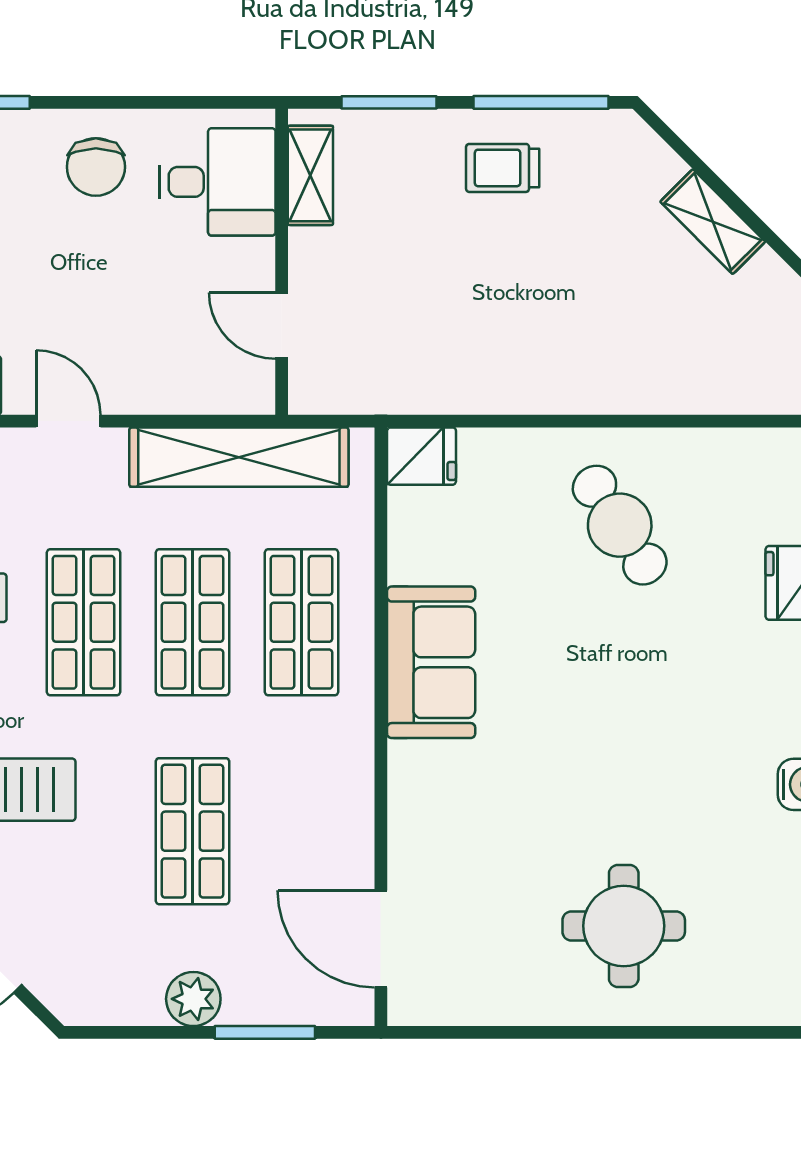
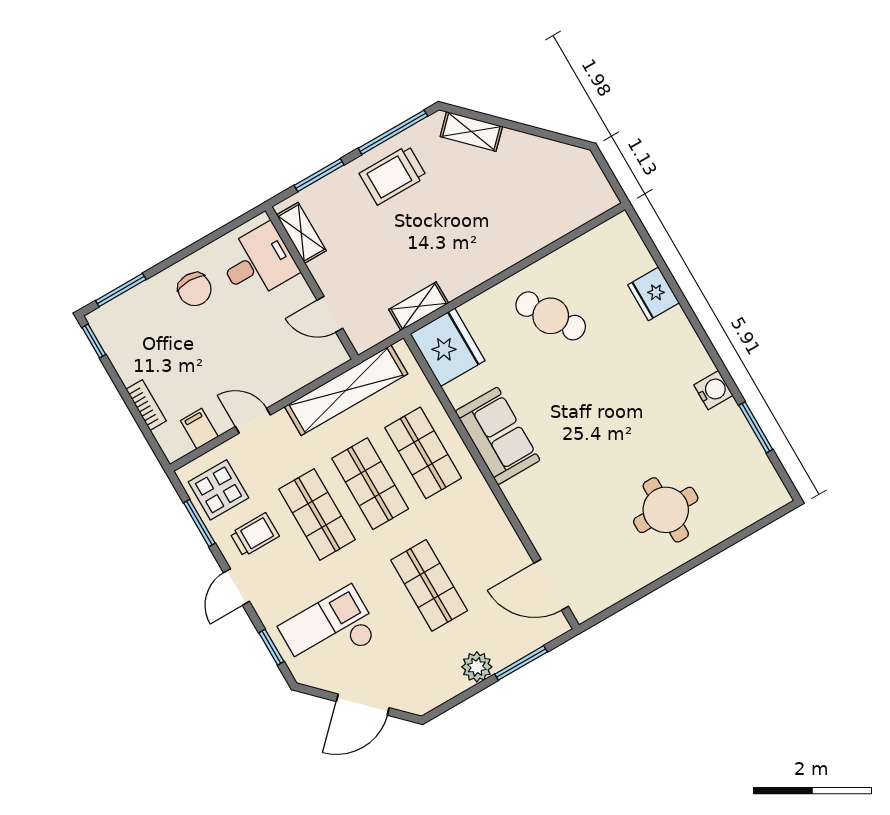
trolley: (503, 168) -> (393, 175), width x1.36, depth x1.39
shelving: (713, 222) -> (471, 131), moved
shelving: (425, 393) -> (419, 306), added
fridge: (422, 456) -> (448, 347), width x1.88, depth x1.34

